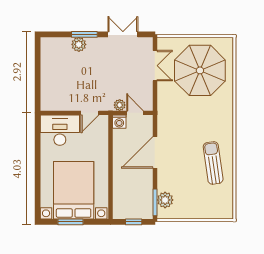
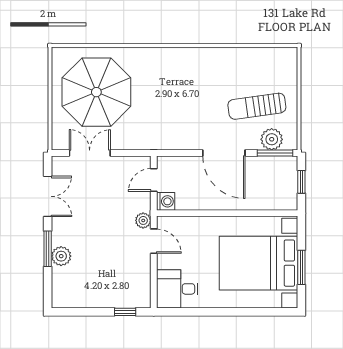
double door: (123, 34) -> (48, 196), swing flipped
window: (38, 92) -> (125, 312), added
plant: (120, 105) -> (143, 220), moved
desk: (60, 130) -> (177, 289), width x0.73
door: (155, 152) -> (224, 153), moved
sun lounger: (213, 163) -> (257, 106), moved

